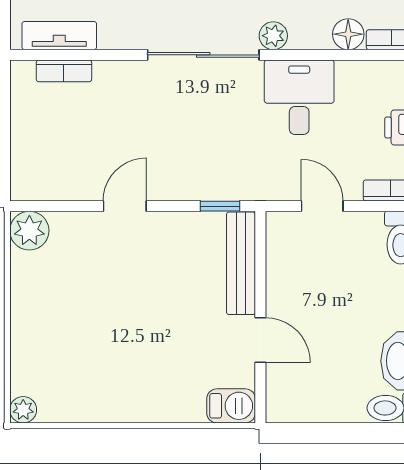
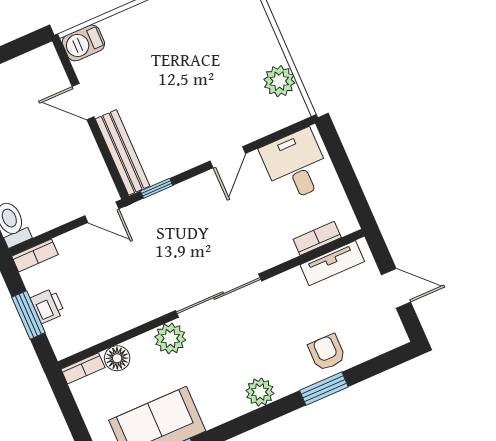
plant: (273, 36) -> (170, 338), width x1.38, depth x1.38
desk: (299, 97) -> (296, 165), moved, turned 180
door: (322, 206) -> (102, 212), moved
plant: (29, 231) -> (279, 81), moved

